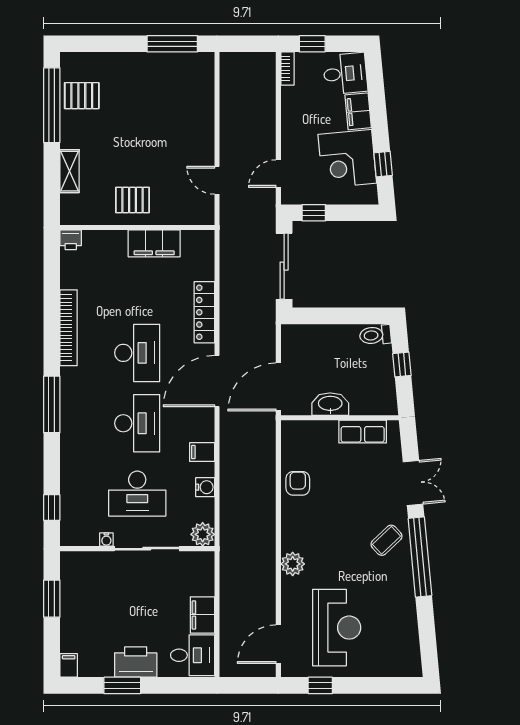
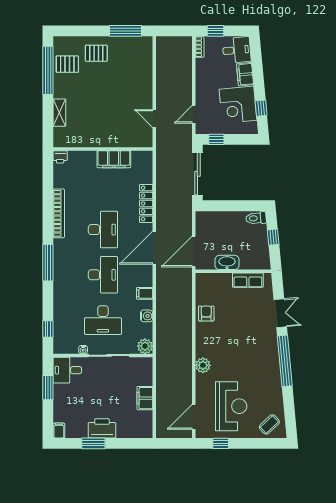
pallet: (133, 200) -> (96, 53), moved
coffee table: (386, 540) -> (269, 424), moved
desk: (193, 655) -> (67, 370), moved, turned 180

